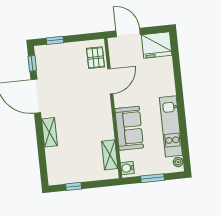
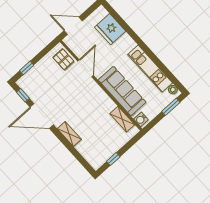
fridge: (157, 45) -> (110, 29), moved, turned 90
sofa: (129, 128) -> (122, 91), width x1.36
window: (152, 178) -> (171, 107), moved

